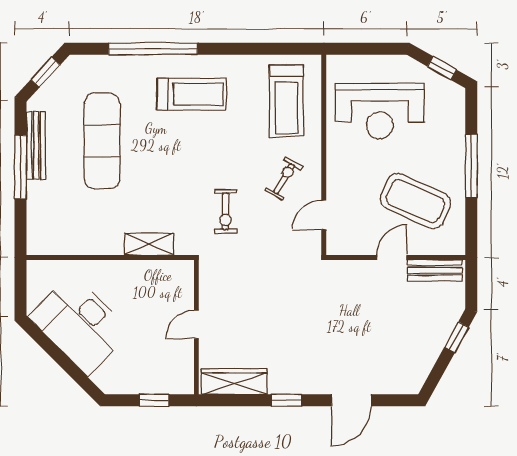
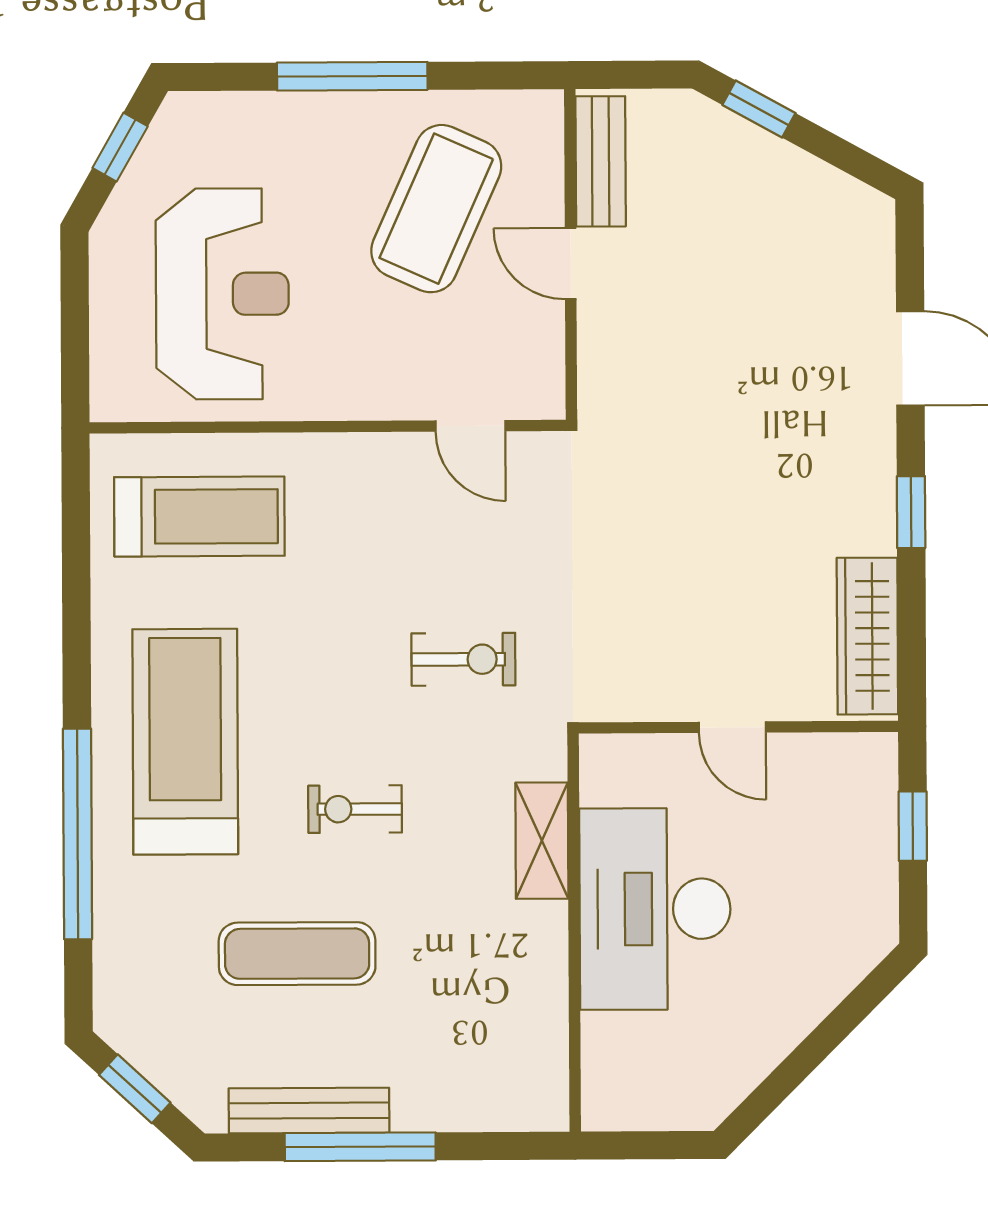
treadmill: (191, 94) -> (185, 742), width x1.37, depth x1.38
exercise mat: (102, 141) -> (297, 954), width x0.73, depth x0.69
exercise bike: (284, 179) -> (355, 809), moved, turned -31
desk: (80, 324) -> (655, 909), moved, turned 135

